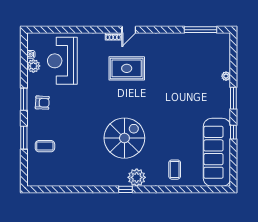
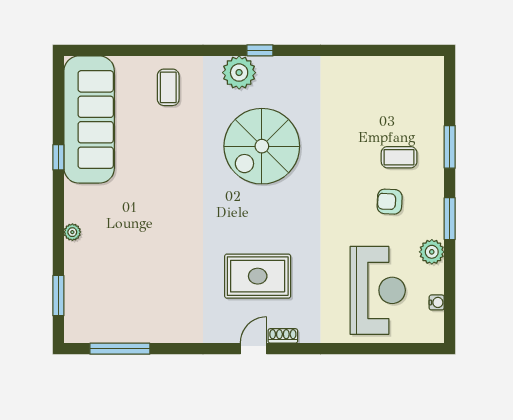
plant: (33, 66) -> (432, 252), moved
plant: (226, 76) -> (72, 232), moved
window: (233, 98) -> (58, 296), moved
armchair: (42, 103) -> (390, 202), moved
coffee table: (45, 146) -> (399, 157), moved

